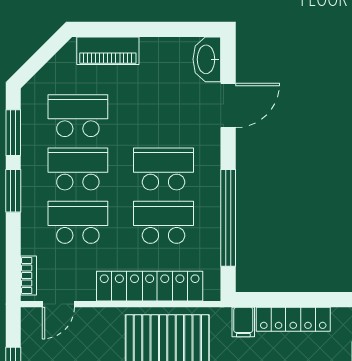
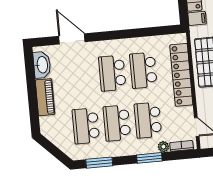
piano: (108, 51) -> (45, 97), moved
washbasin: (207, 59) -> (42, 65), moved, turned -90
window: (13, 191) -> (149, 158), moved
window: (228, 218) -> (137, 33), removed
plant: (30, 244) -> (163, 147), added

